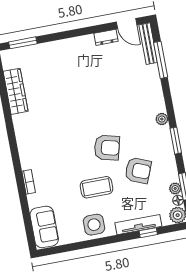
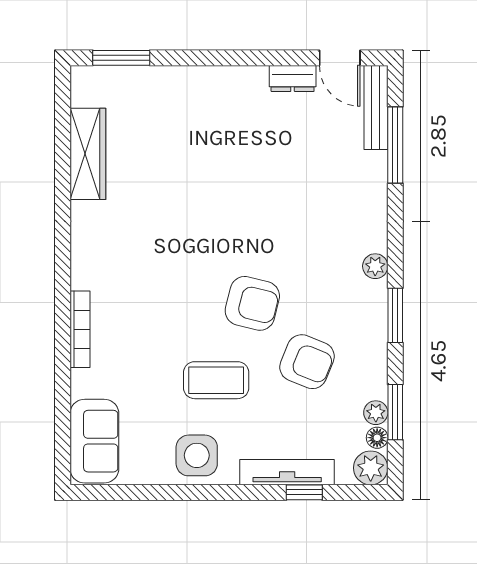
bookcase: (29, 182) -> (80, 329), width x1.56

